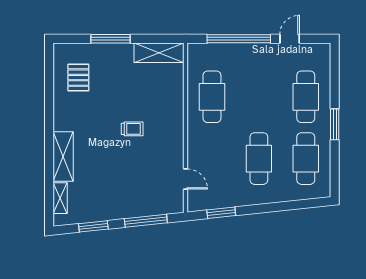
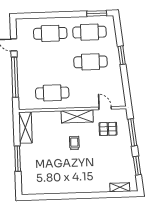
pallet: (78, 78) -> (108, 129), moved
window: (335, 124) -> (97, 13), moved
shelving: (63, 156) -> (77, 116), moved
door: (185, 179) -> (105, 108), hinge flipped
window: (221, 213) -> (122, 55), moved

